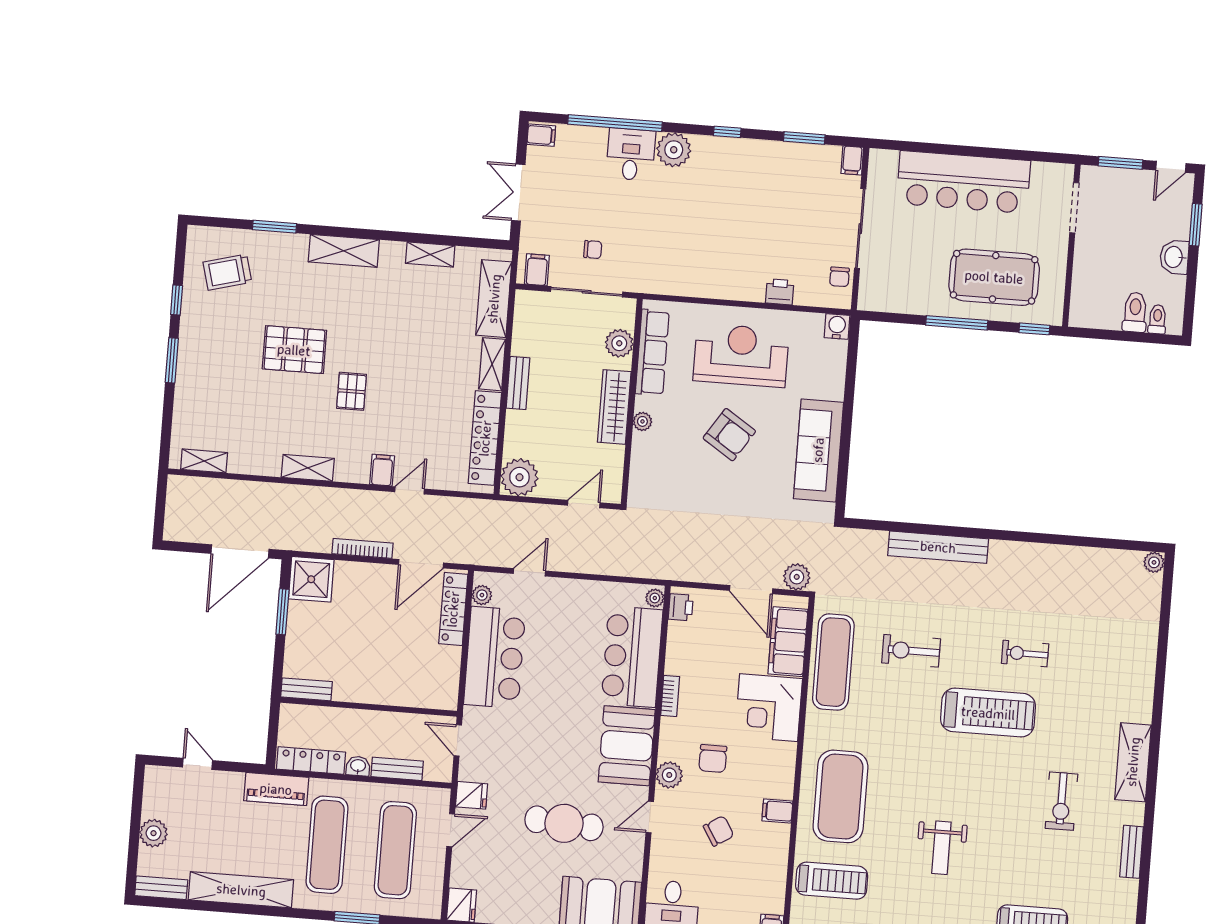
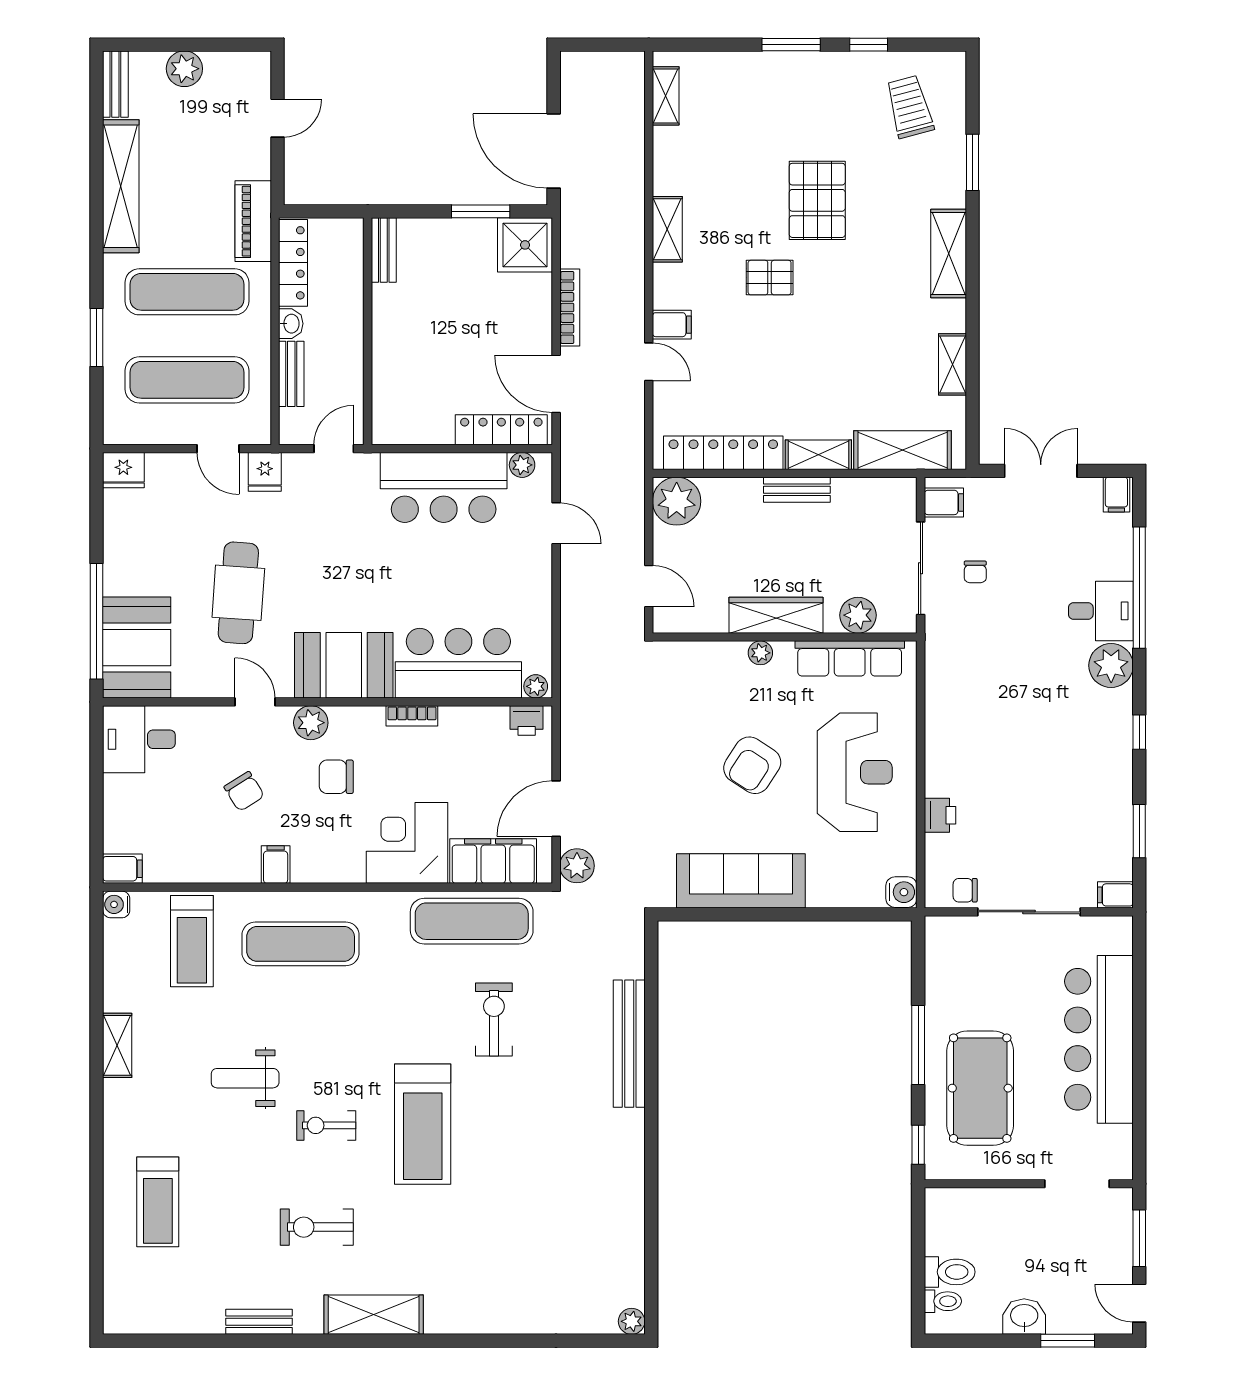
exercise bike: (1025, 654) -> (326, 1125), moved, turned -90
exercise mat: (840, 796) -> (301, 944), width x0.68

